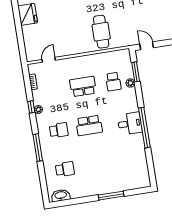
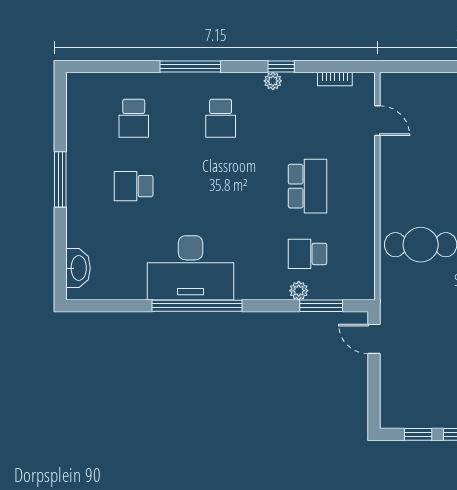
door: (147, 46) -> (374, 339), swing flipped
desk: (130, 124) -> (191, 268), width x1.87, depth x1.30
school desk: (89, 125) -> (134, 186), moved, width x0.54
washbasin: (61, 195) -> (78, 268), moved
window: (111, 196) -> (60, 179), moved

